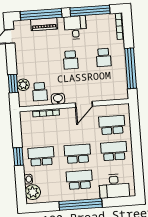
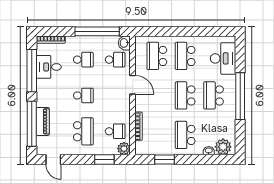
desk: (75, 28) -> (49, 67), moved
school desk: (38, 62) -> (83, 131), added
plant: (23, 85) -> (124, 149), moved
school desk: (106, 87) -> (115, 60), added
washbasin: (58, 99) -> (124, 43), moved
window: (18, 156) -> (165, 160), moved

